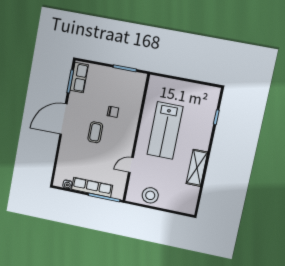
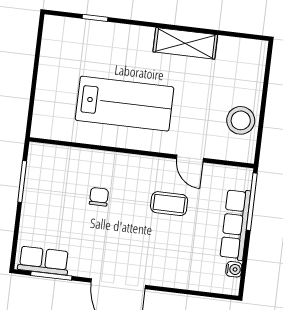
coffee table: (95, 132) -> (169, 204), moved

